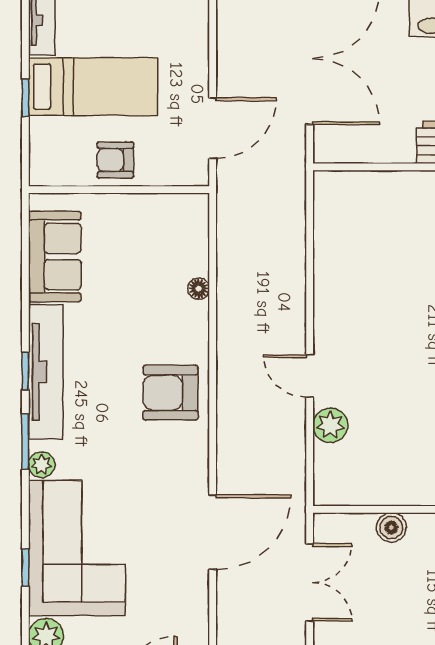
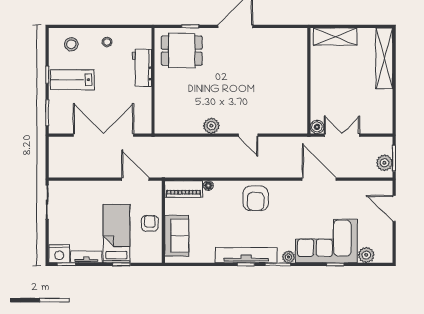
armchair: (115, 160) -> (150, 223), turned 180
piano: (191, 234) -> (184, 189), added
sofa: (55, 257) -> (177, 236), moved, turned 90
door: (310, 376) -> (248, 135), hinge flipped
plant: (330, 425) -> (211, 126), moved
boiler: (391, 527) -> (317, 127), moved

